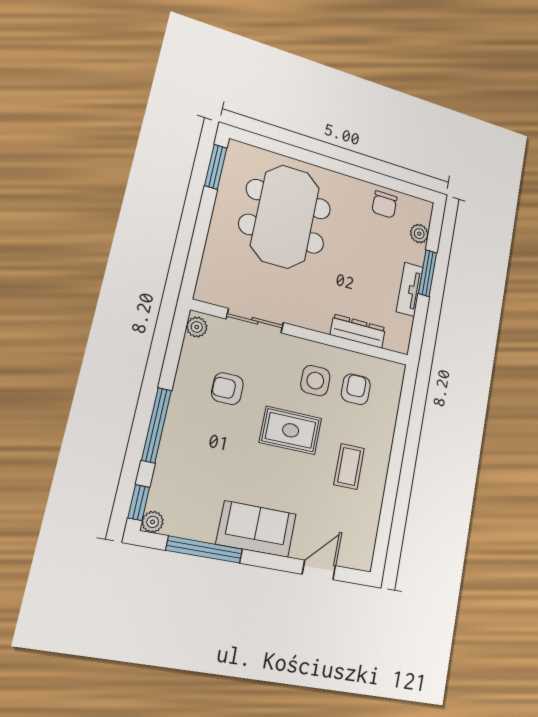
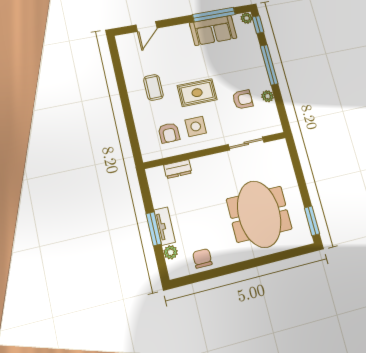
tv unit: (410, 289) -> (165, 226), moved
plant: (197, 327) -> (268, 96), moved
dresser: (358, 331) -> (178, 169), width x0.70
sofa: (256, 529) -> (213, 30), moved

